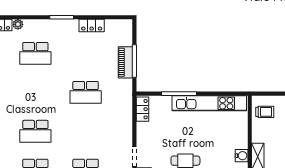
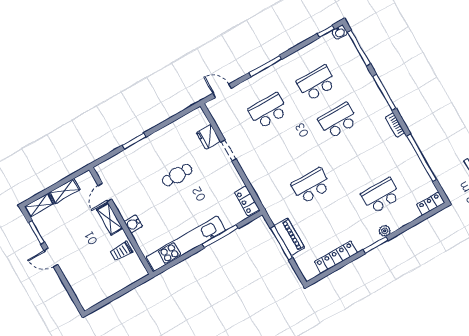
plant: (18, 24) -> (385, 231), moved
locker: (92, 25) -> (336, 257), width x1.53
trolley: (265, 112) -> (121, 251), moved
water cooler: (242, 156) -> (133, 224), moved

